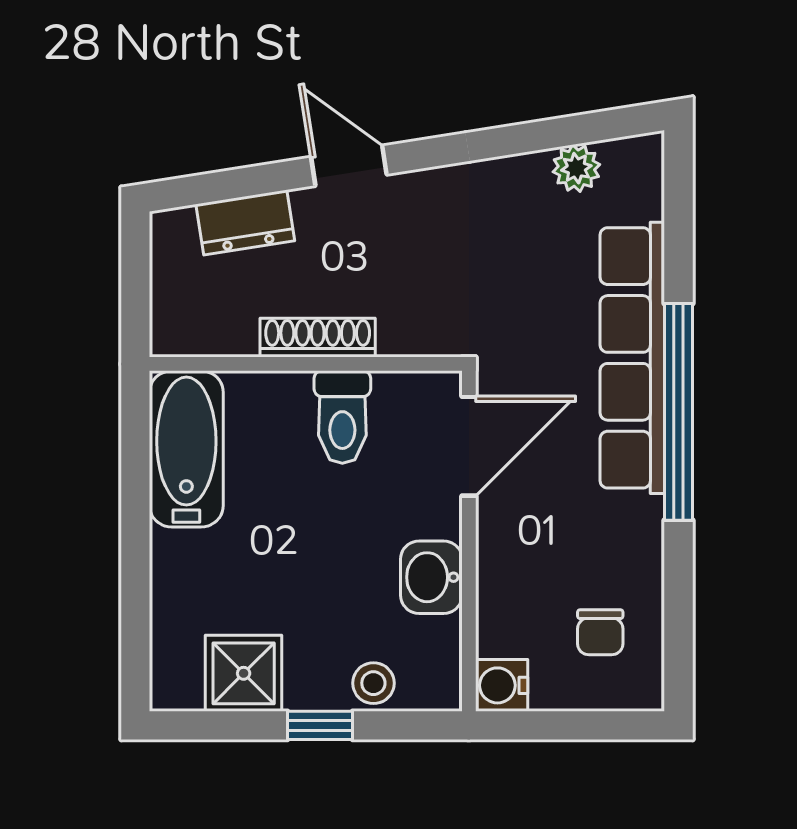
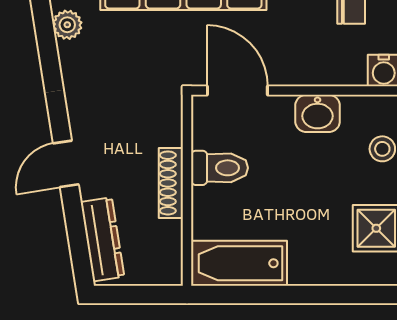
dresser: (245, 222) -> (102, 239), width x1.44

